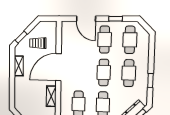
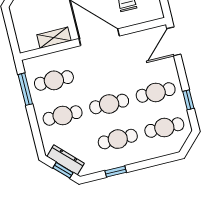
door: (86, 19) -> (174, 41), moved

